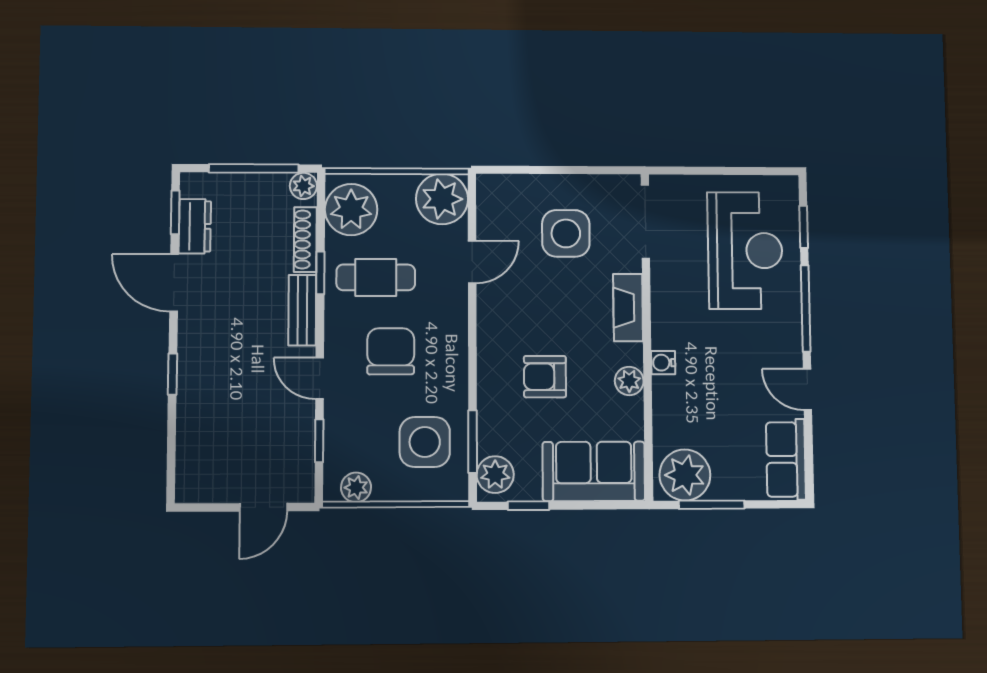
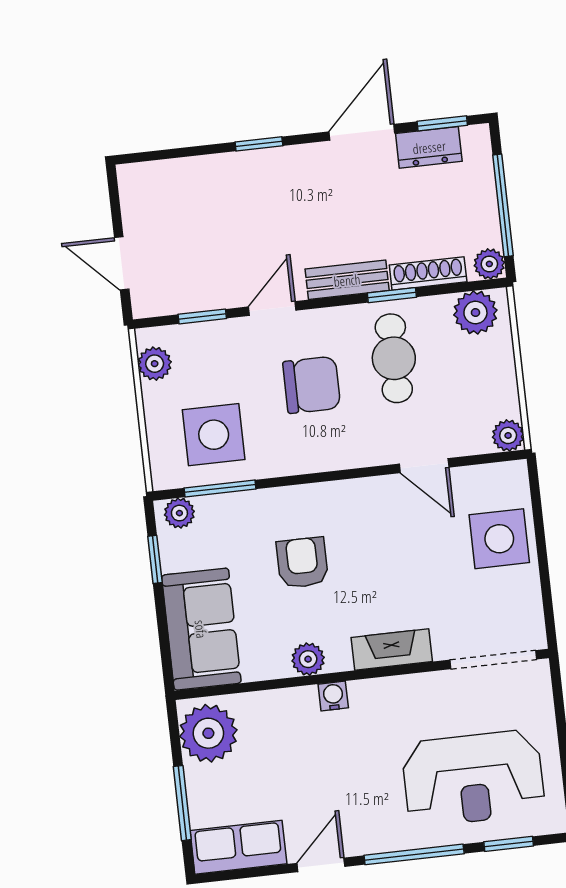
plant: (442, 199) -> (508, 435), width x0.53, depth x0.53
plant: (351, 210) -> (475, 312), width x0.73, depth x0.73
side table: (566, 233) -> (499, 539), moved
plant: (495, 475) -> (179, 513), width x0.73, depth x0.73
window: (712, 505) -> (182, 803), moved

